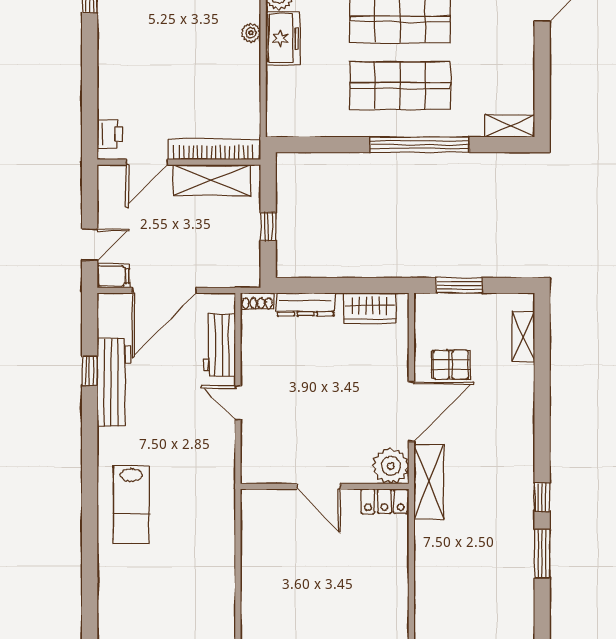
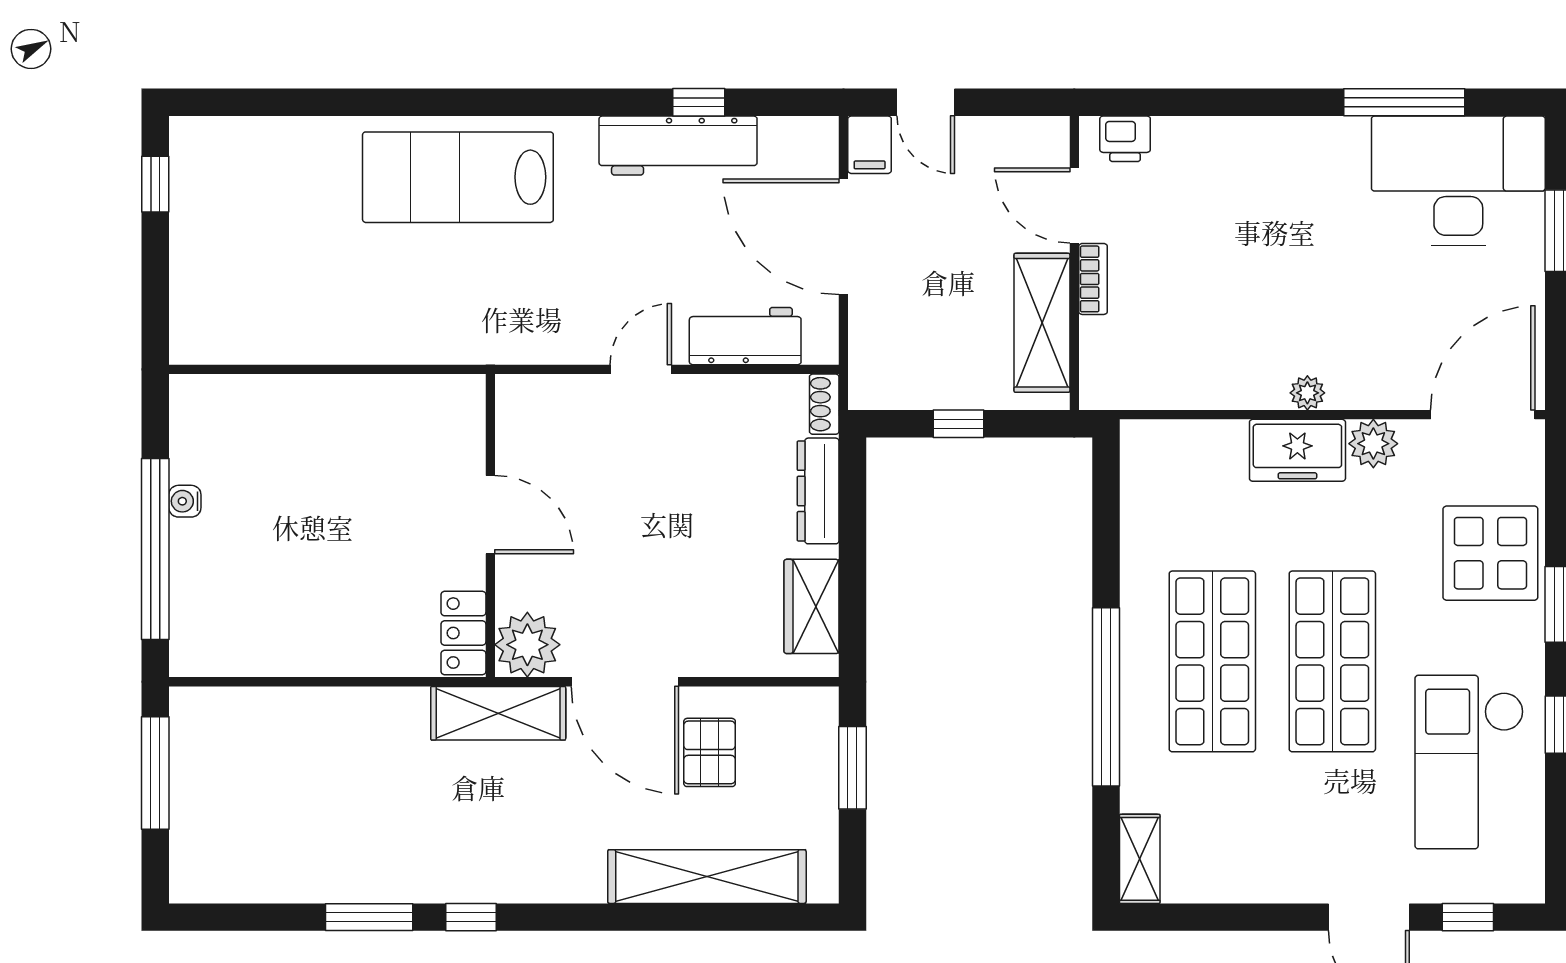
bookcase: (214, 149) -> (1093, 279), width x0.43, depth x0.76
shelving: (523, 336) -> (707, 877), width x2.20, depth x1.33
door: (319, 486) -> (490, 515), swing flipped
lab bench: (131, 504) -> (458, 177), width x1.36, depth x1.39

